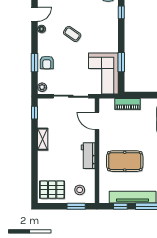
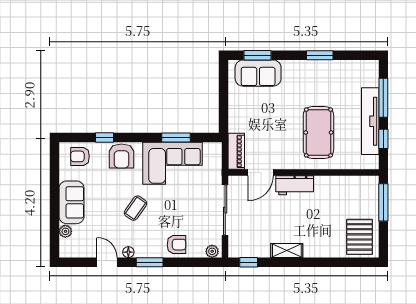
armchair: (108, 24) -> (122, 156), added
window: (34, 63) -> (150, 262), moved
corner sofa: (103, 73) -> (172, 163), moved
piano: (127, 104) -> (236, 151), moved
workbench: (88, 156) -> (295, 185), moved
stool: (80, 190) -> (360, 197), removed
window: (76, 206) -> (383, 202), width x1.44

